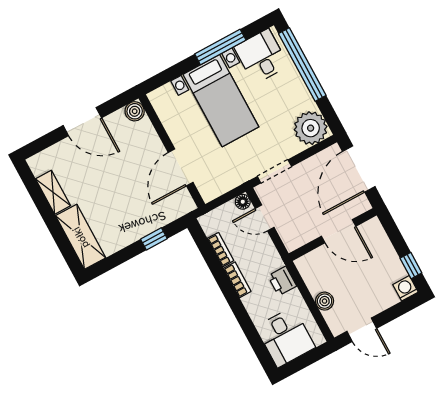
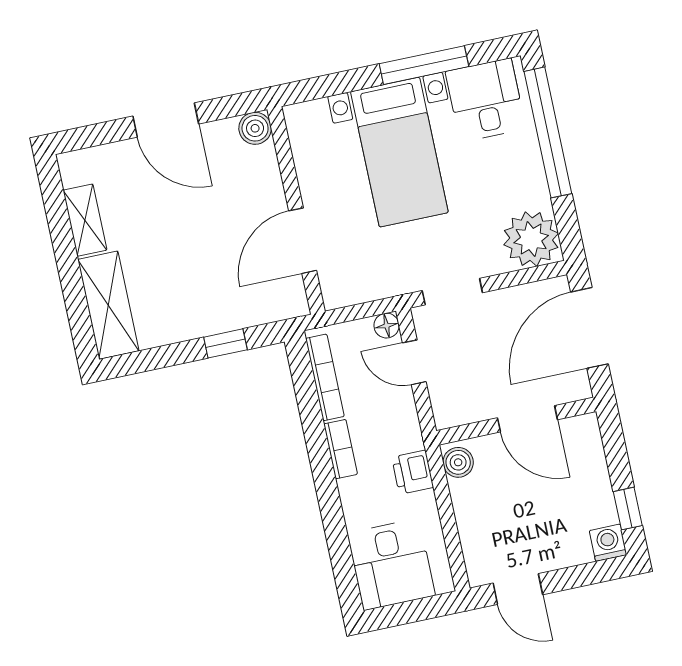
bookcase: (221, 250) -> (325, 377), width x1.56
boiler: (325, 301) -> (458, 462), moved

